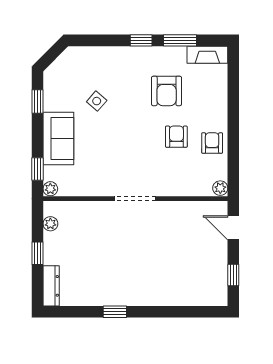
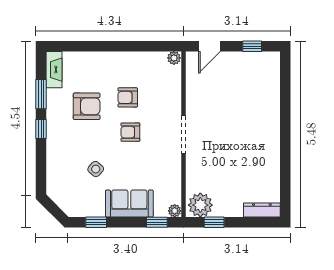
armchair: (212, 143) -> (130, 132), moved
plant: (50, 224) -> (200, 205), width x1.88, depth x1.88
window: (38, 253) -> (214, 222), moved
window: (115, 312) -> (285, 153), removed

